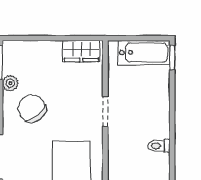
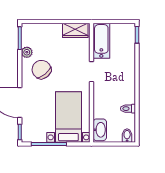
bathtub: (144, 53) -> (101, 41), moved, turned -90
toilet: (159, 146) -> (128, 109), moved

